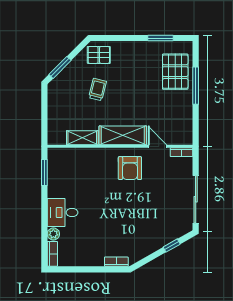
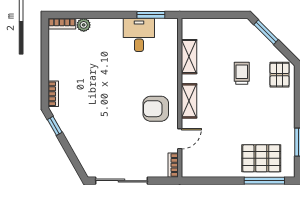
window: (196, 86) -> (264, 181), moved
trolley: (98, 90) -> (242, 73), turned -104
shelving: (123, 135) -> (189, 101), width x0.67, depth x0.75
desk: (63, 212) -> (139, 35), moved
window: (172, 246) -> (55, 126), moved

